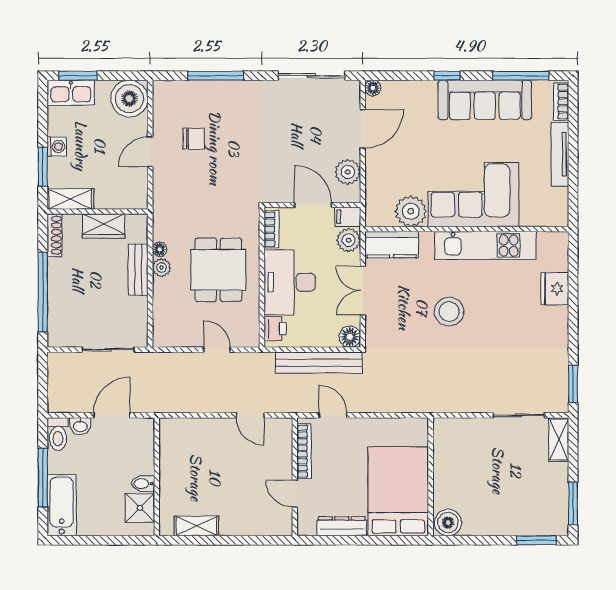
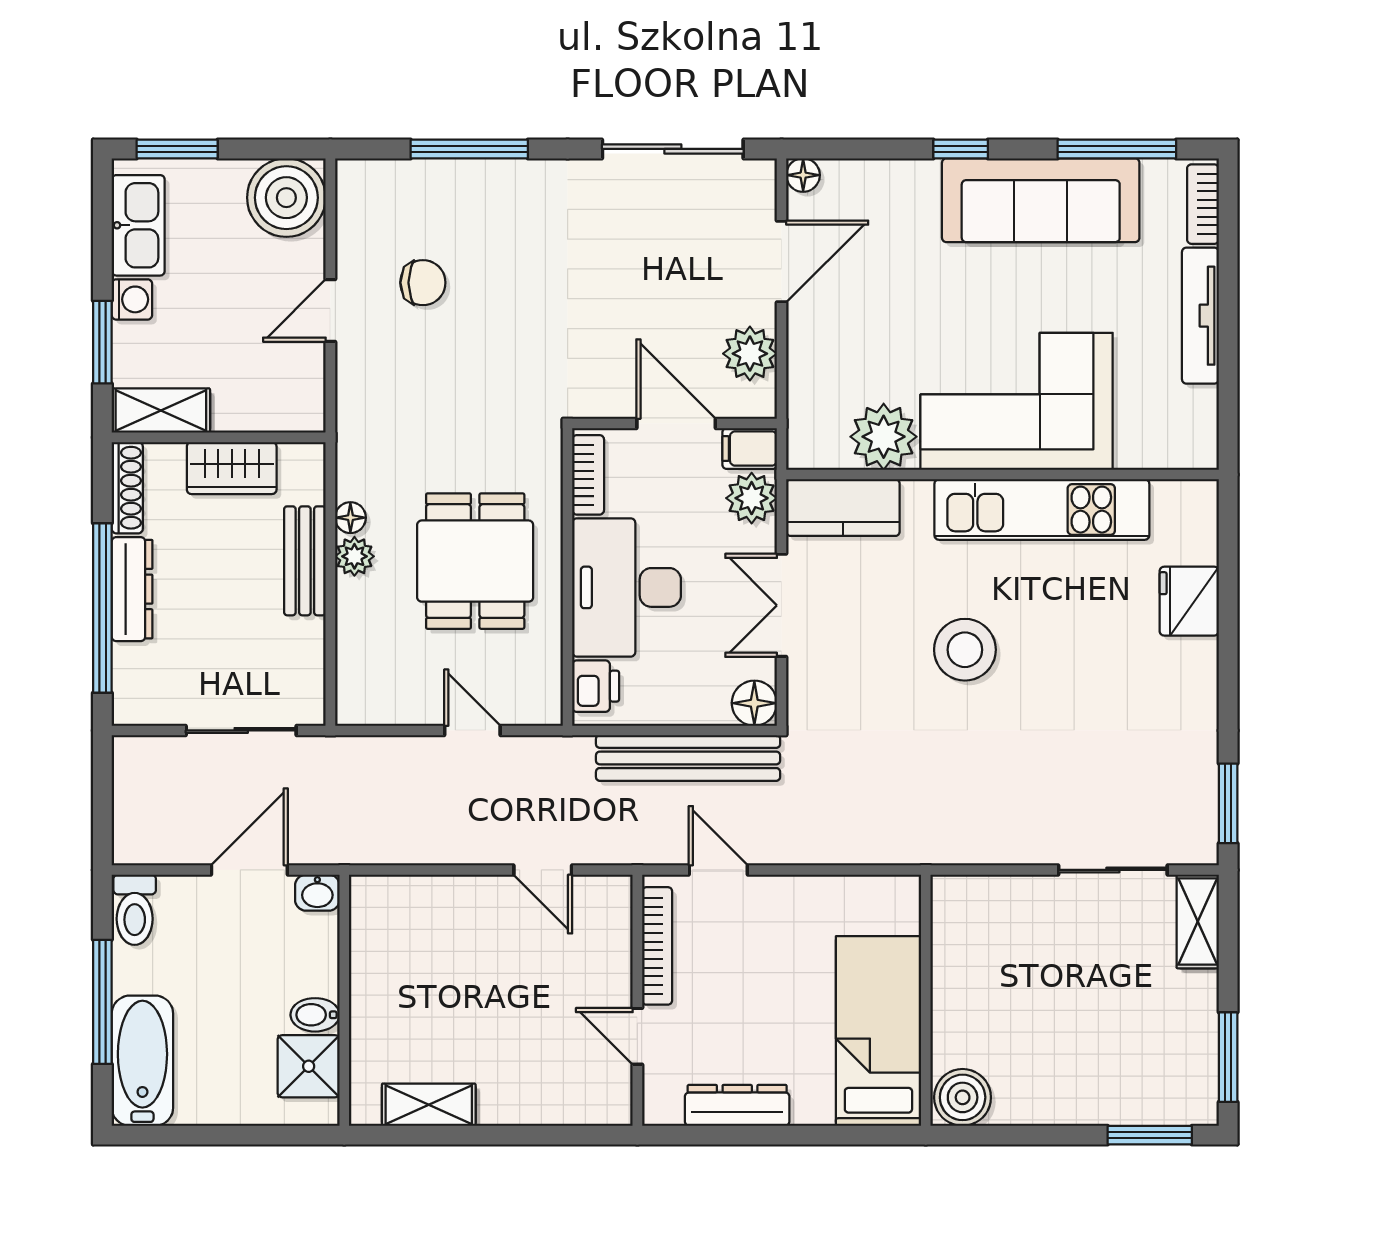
kitchen sink: (71, 93) -> (138, 225), moved, turned -90
dresser: (57, 283) -> (132, 589), added
washbasin: (80, 426) -> (317, 893), moved
bed: (398, 491) -> (878, 1031), width x0.67

